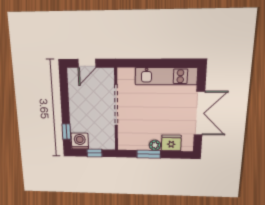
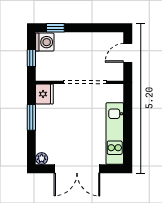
door: (87, 63) -> (128, 53), hinge flipped
fridge: (171, 143) -> (44, 94), moved
plant: (155, 145) -> (42, 158), moved

